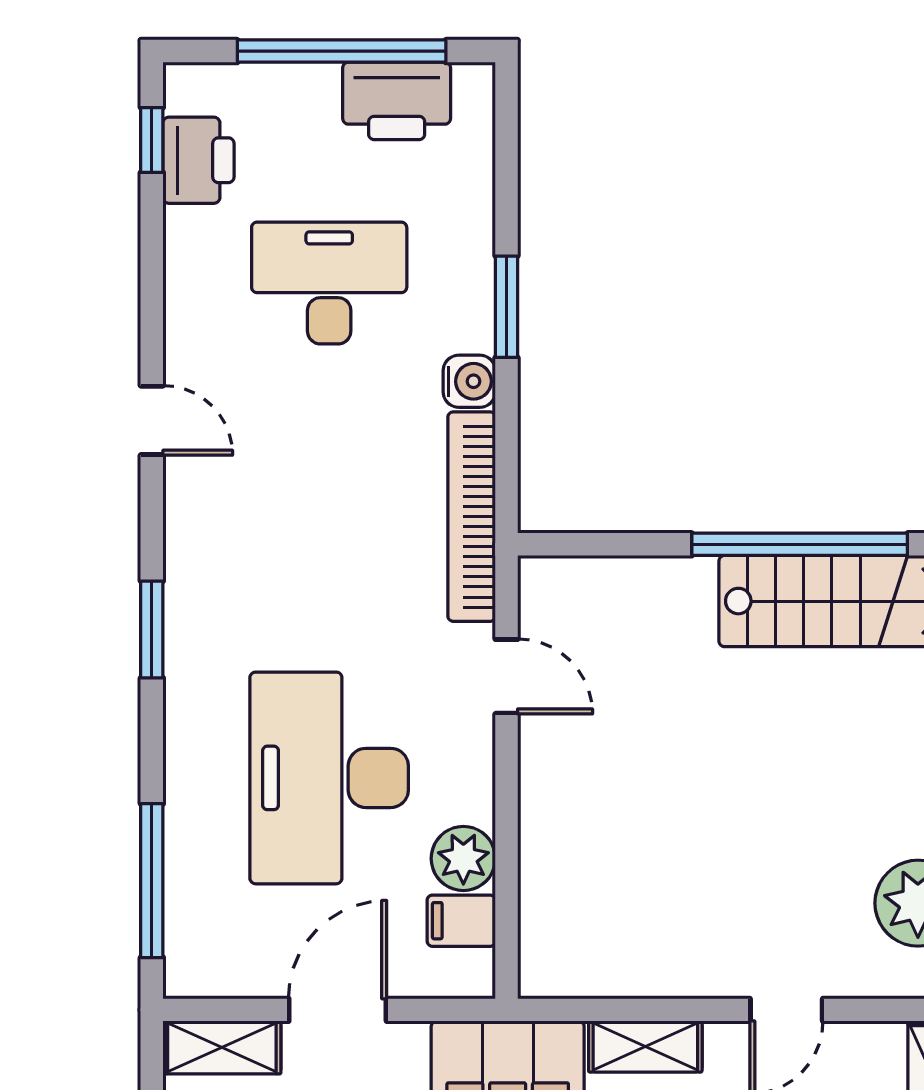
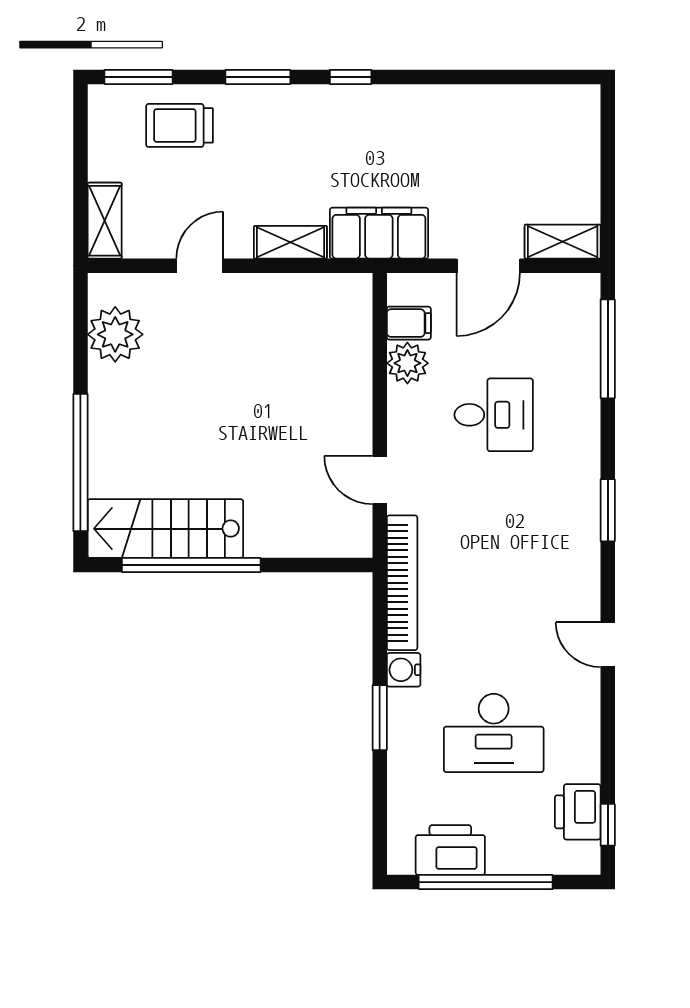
desk: (329, 778) -> (494, 415), width x0.53, depth x0.77

